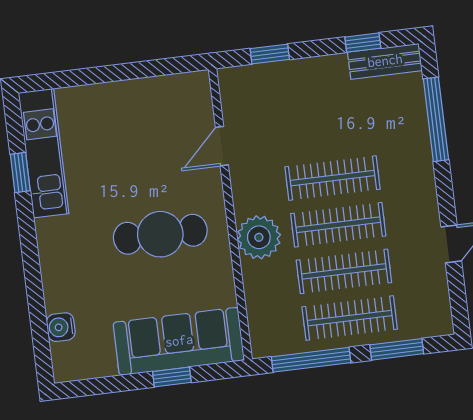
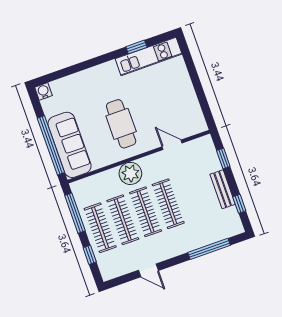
bench: (385, 61) -> (223, 189), moved
water cooler: (61, 327) -> (43, 91), moved
window: (397, 349) -> (90, 255), width x0.67
window: (172, 377) -> (51, 145), width x3.17

